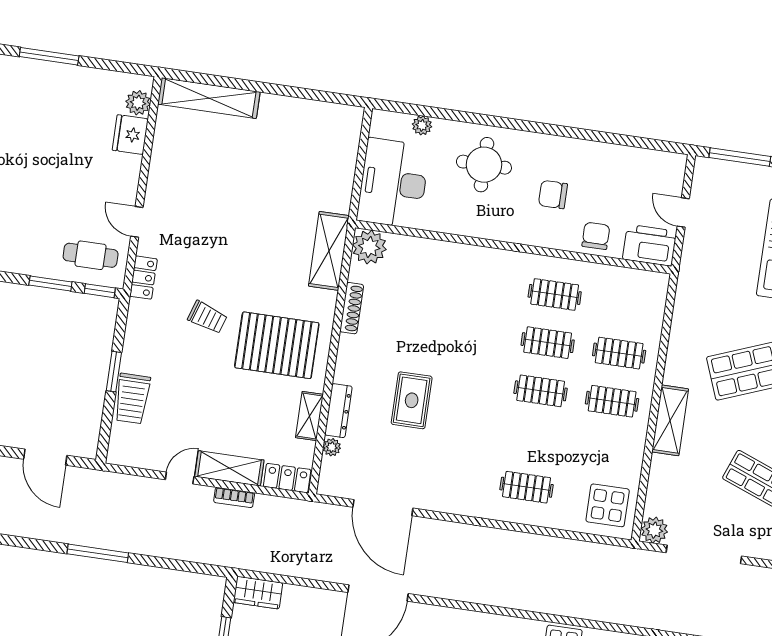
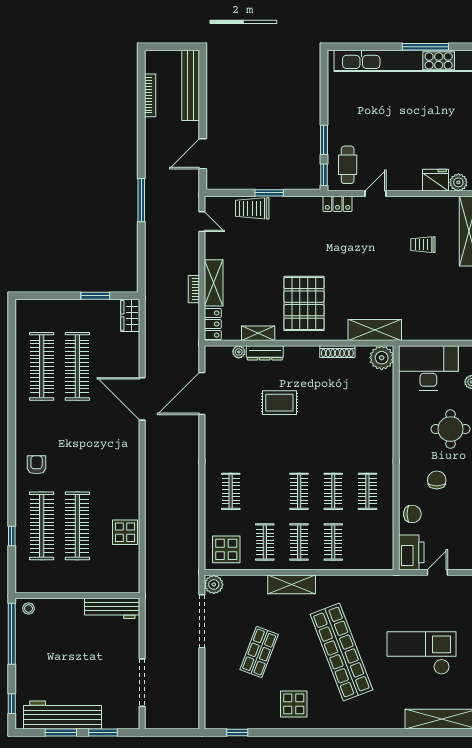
trolley: (207, 317) -> (423, 245), moved, turned 72
clothes rail: (605, 449) -> (265, 542), added
door: (180, 478) -> (202, 222), moved

